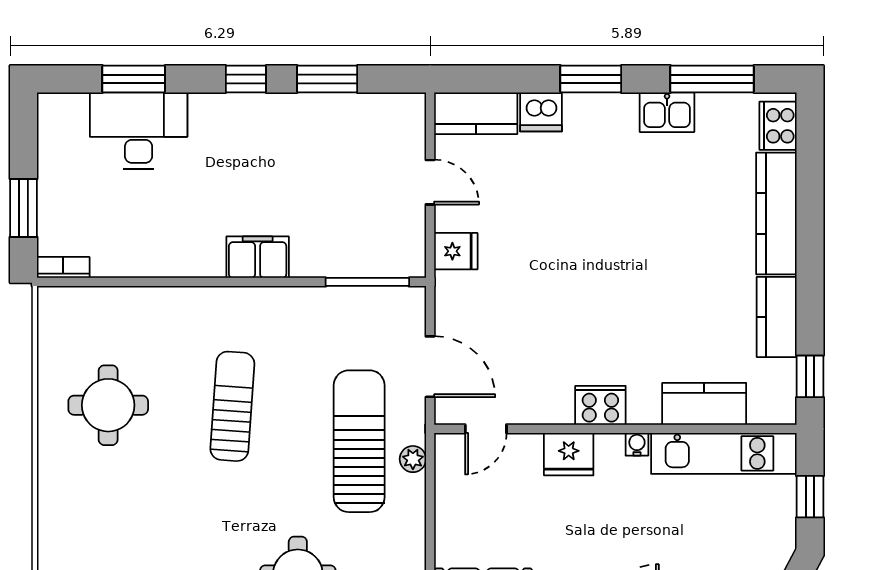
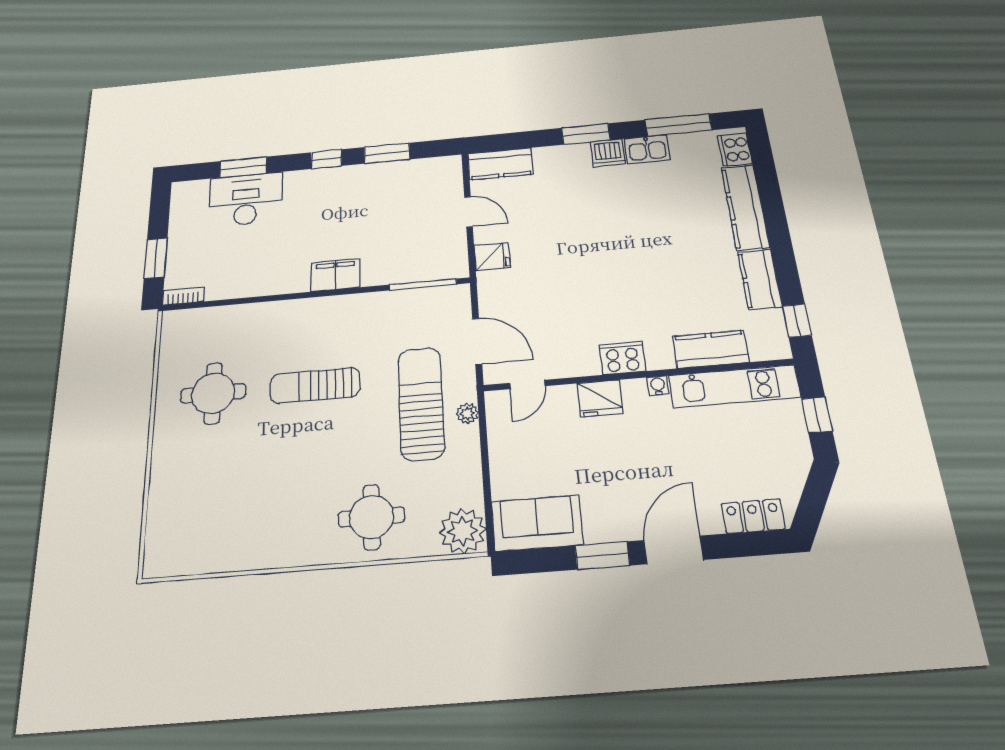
dishwasher: (541, 112) -> (608, 153), moved
sun lounger: (232, 406) -> (315, 385), turned -94

